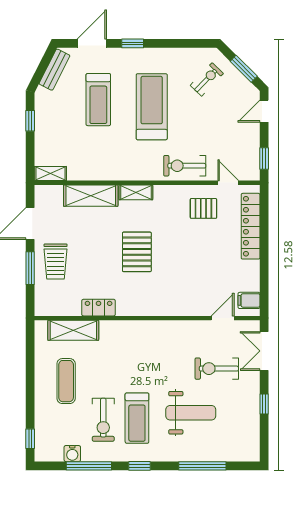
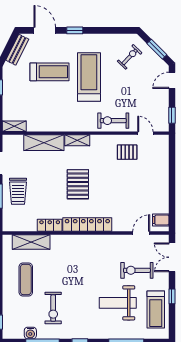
door: (92, 43) -> (45, 30), hinge flipped
treadmill: (98, 100) -> (50, 72), turned -90
locker: (251, 226) -> (87, 225), moved, turned 90
weight bench: (191, 413) -> (118, 303), turned 180
treadmill: (137, 418) -> (156, 309), moved

